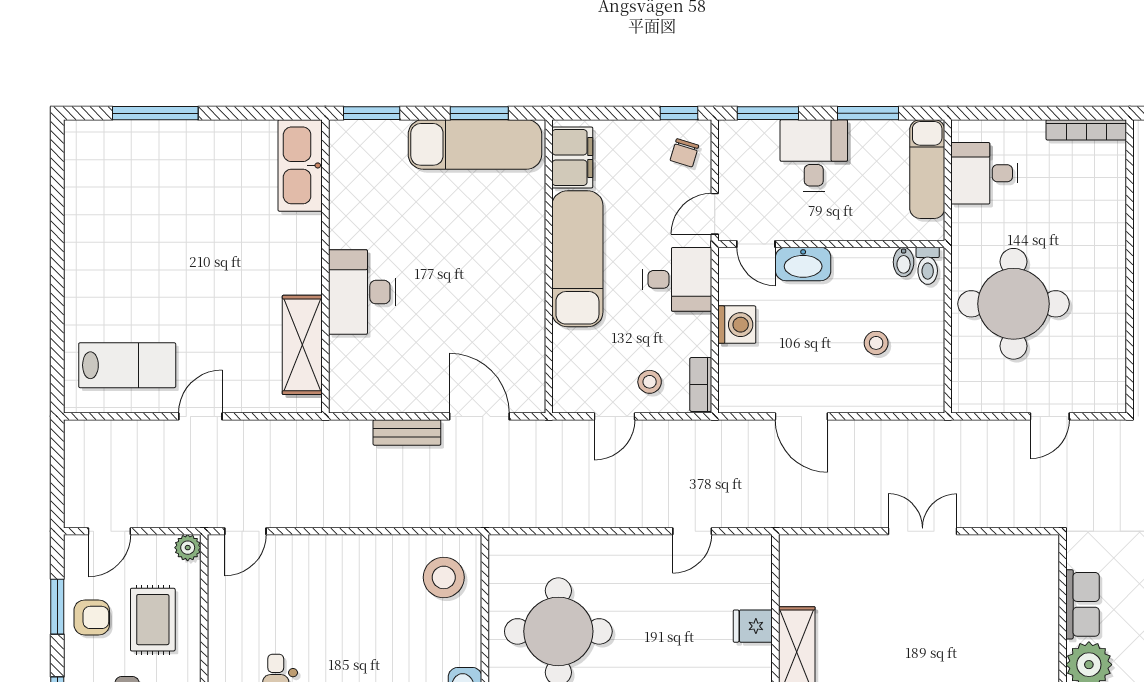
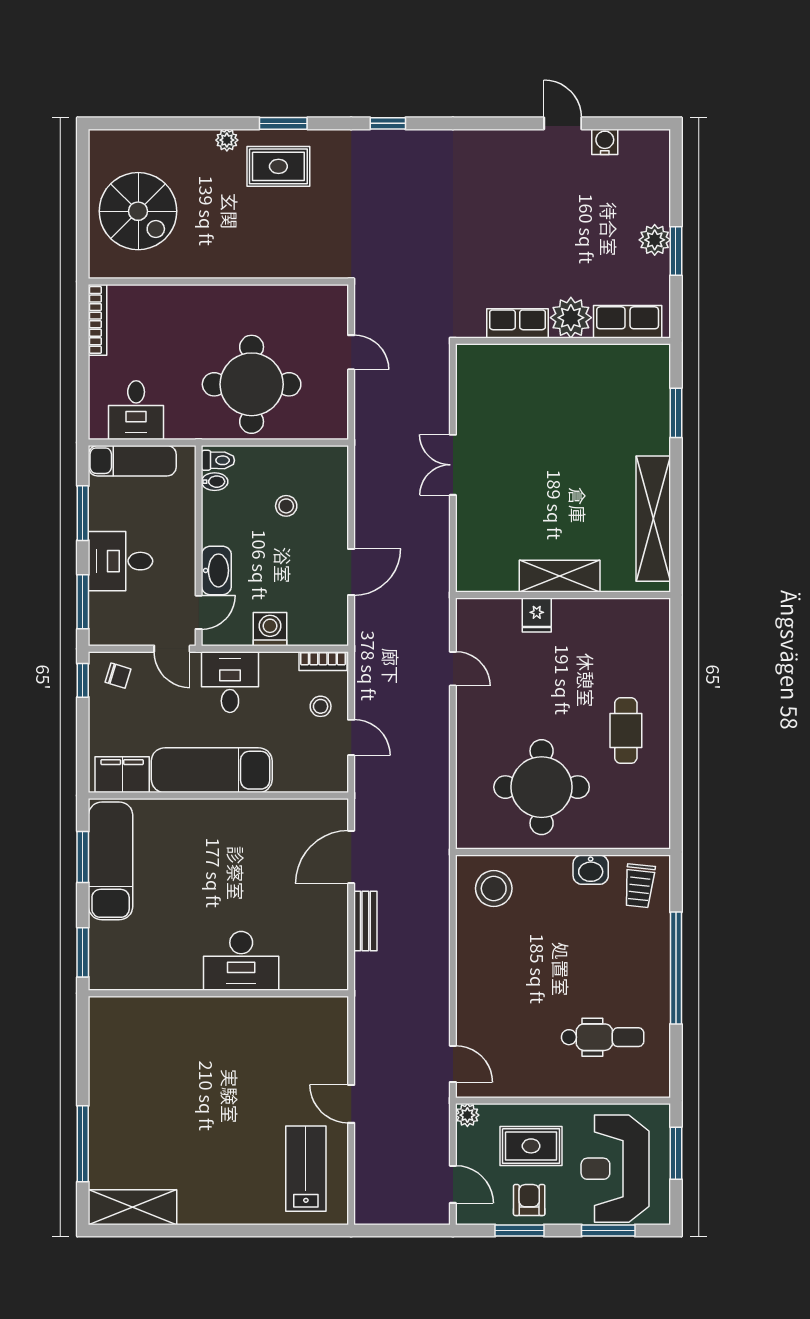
kitchen sink: (300, 165) -> (129, 1016), removed
shelving: (302, 345) -> (132, 1207), moved

